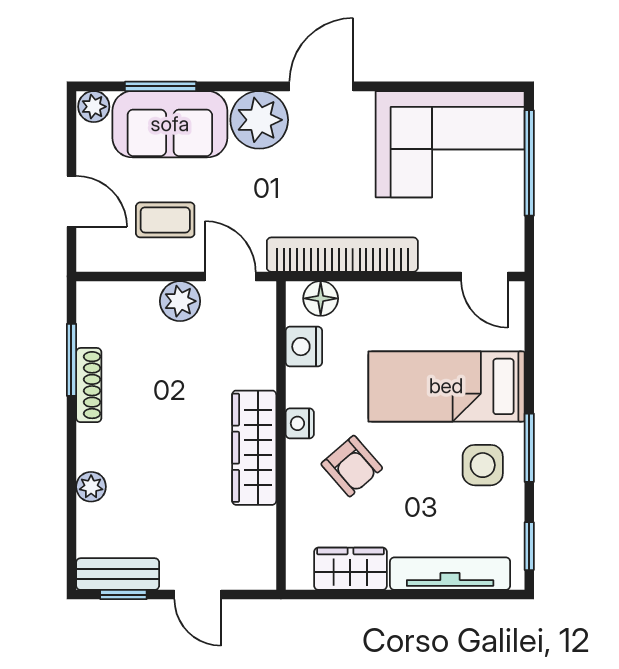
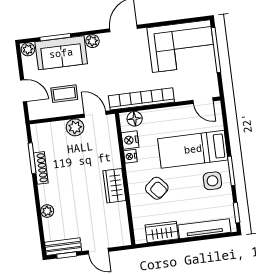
plant: (259, 120) -> (92, 41), width x0.53, depth x0.53
nightstand: (300, 423) -> (130, 156), moved
wardrobe: (254, 448) -> (114, 186), width x0.67

